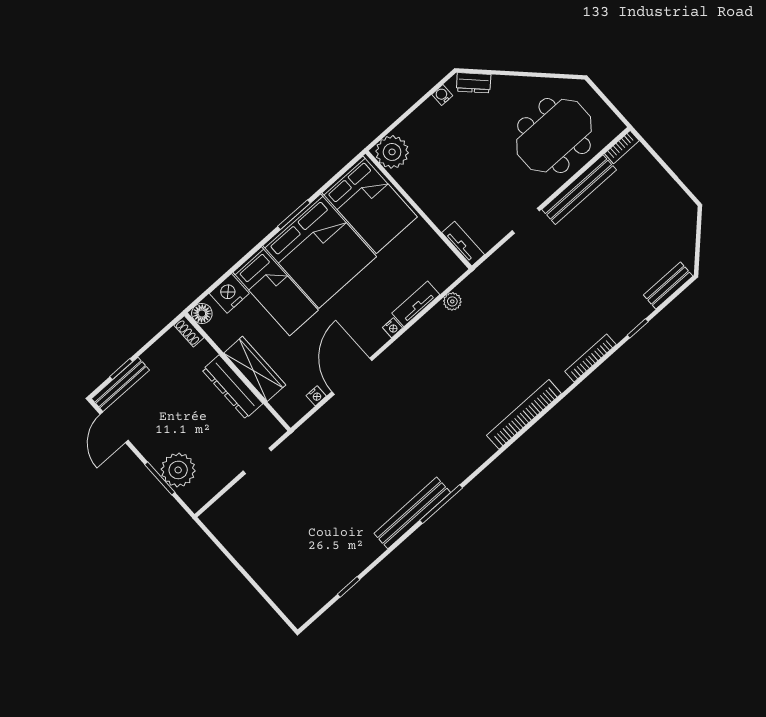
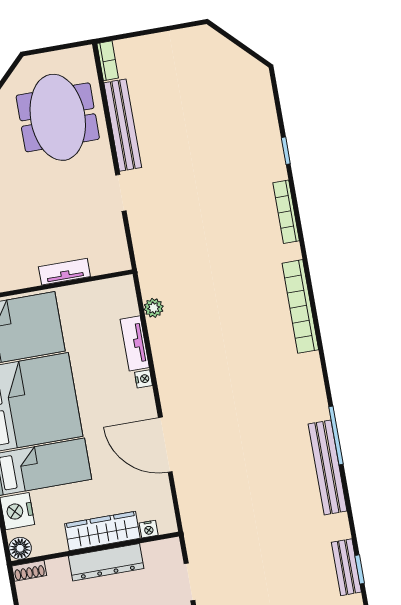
tv unit: (463, 244) -> (64, 272), moved
bench: (668, 286) -> (346, 567), moved
nightstand: (316, 396) -> (149, 529), moved, turned 90

